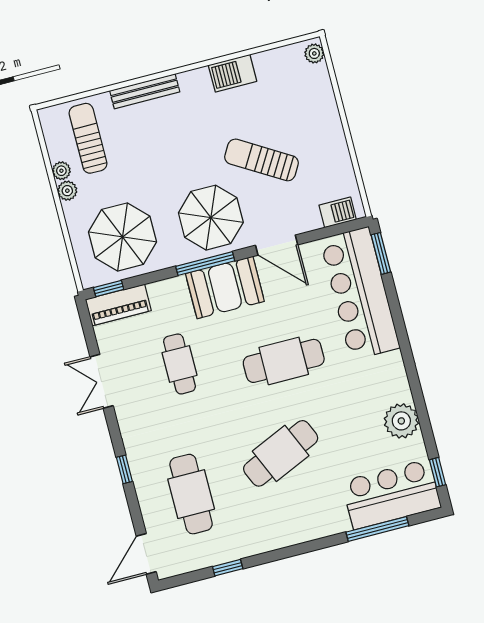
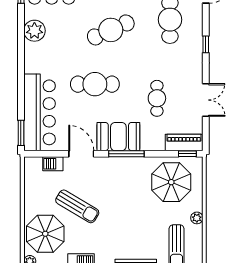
plant: (61, 171) -> (197, 231), removed
barbecue: (338, 212) -> (53, 164), moved
parasol: (211, 218) -> (45, 234), moved

